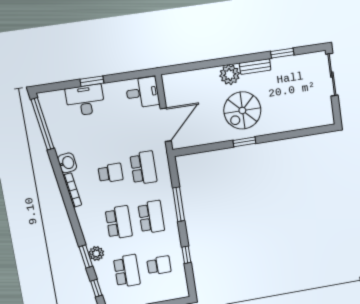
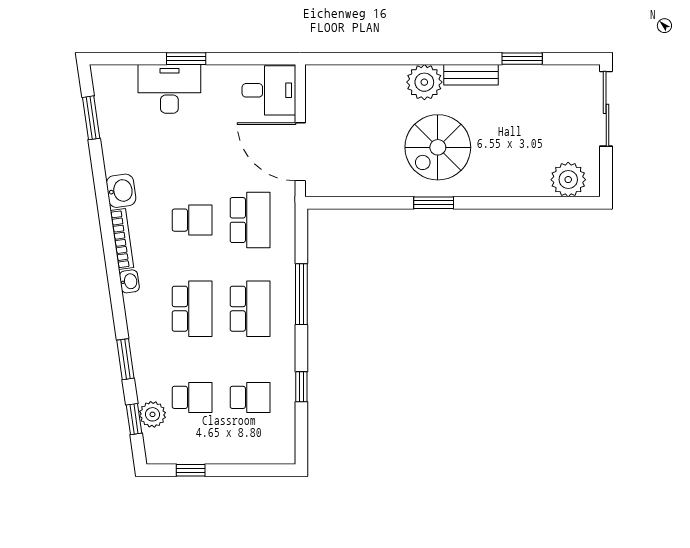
plant: (316, 117) -> (568, 180), added
window: (42, 124) -> (91, 118), width x0.47
door: (166, 125) -> (300, 152), swing flipped
washbasin: (81, 213) -> (129, 281), added
plant: (96, 253) -> (153, 414), moved
school desk: (127, 271) -> (192, 397), width x0.54

